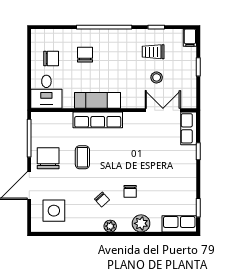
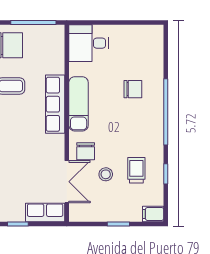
chair: (51, 58) -> (86, 151), moved

